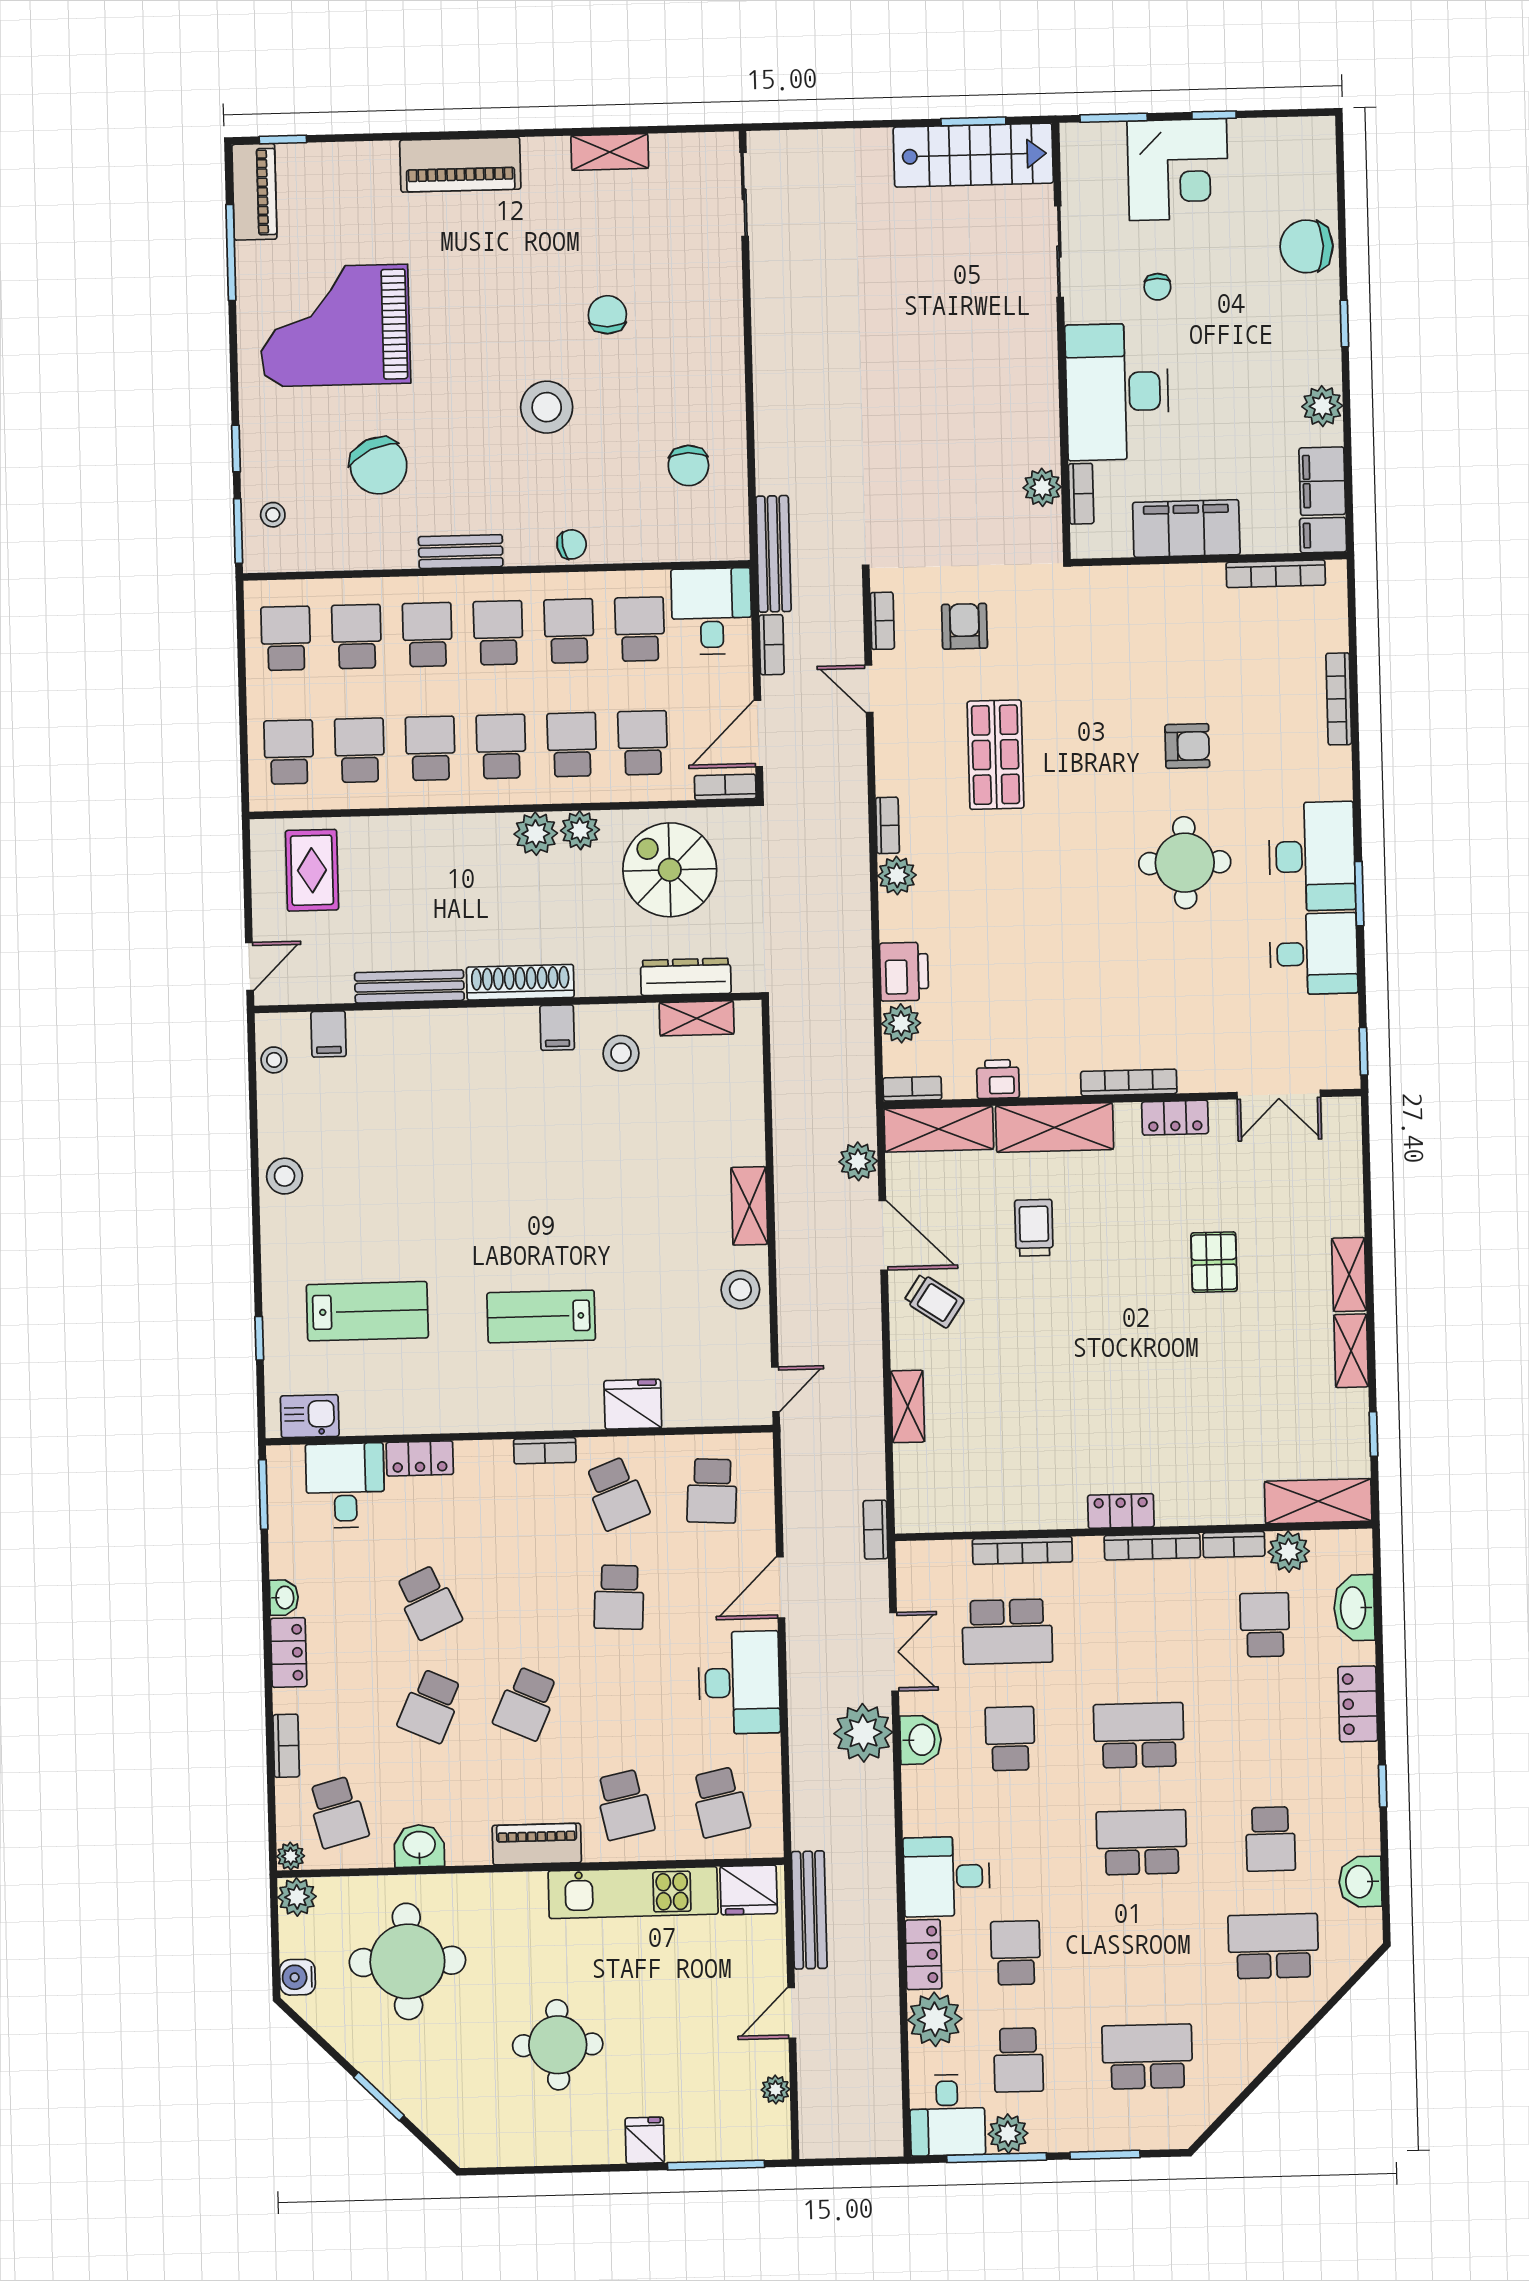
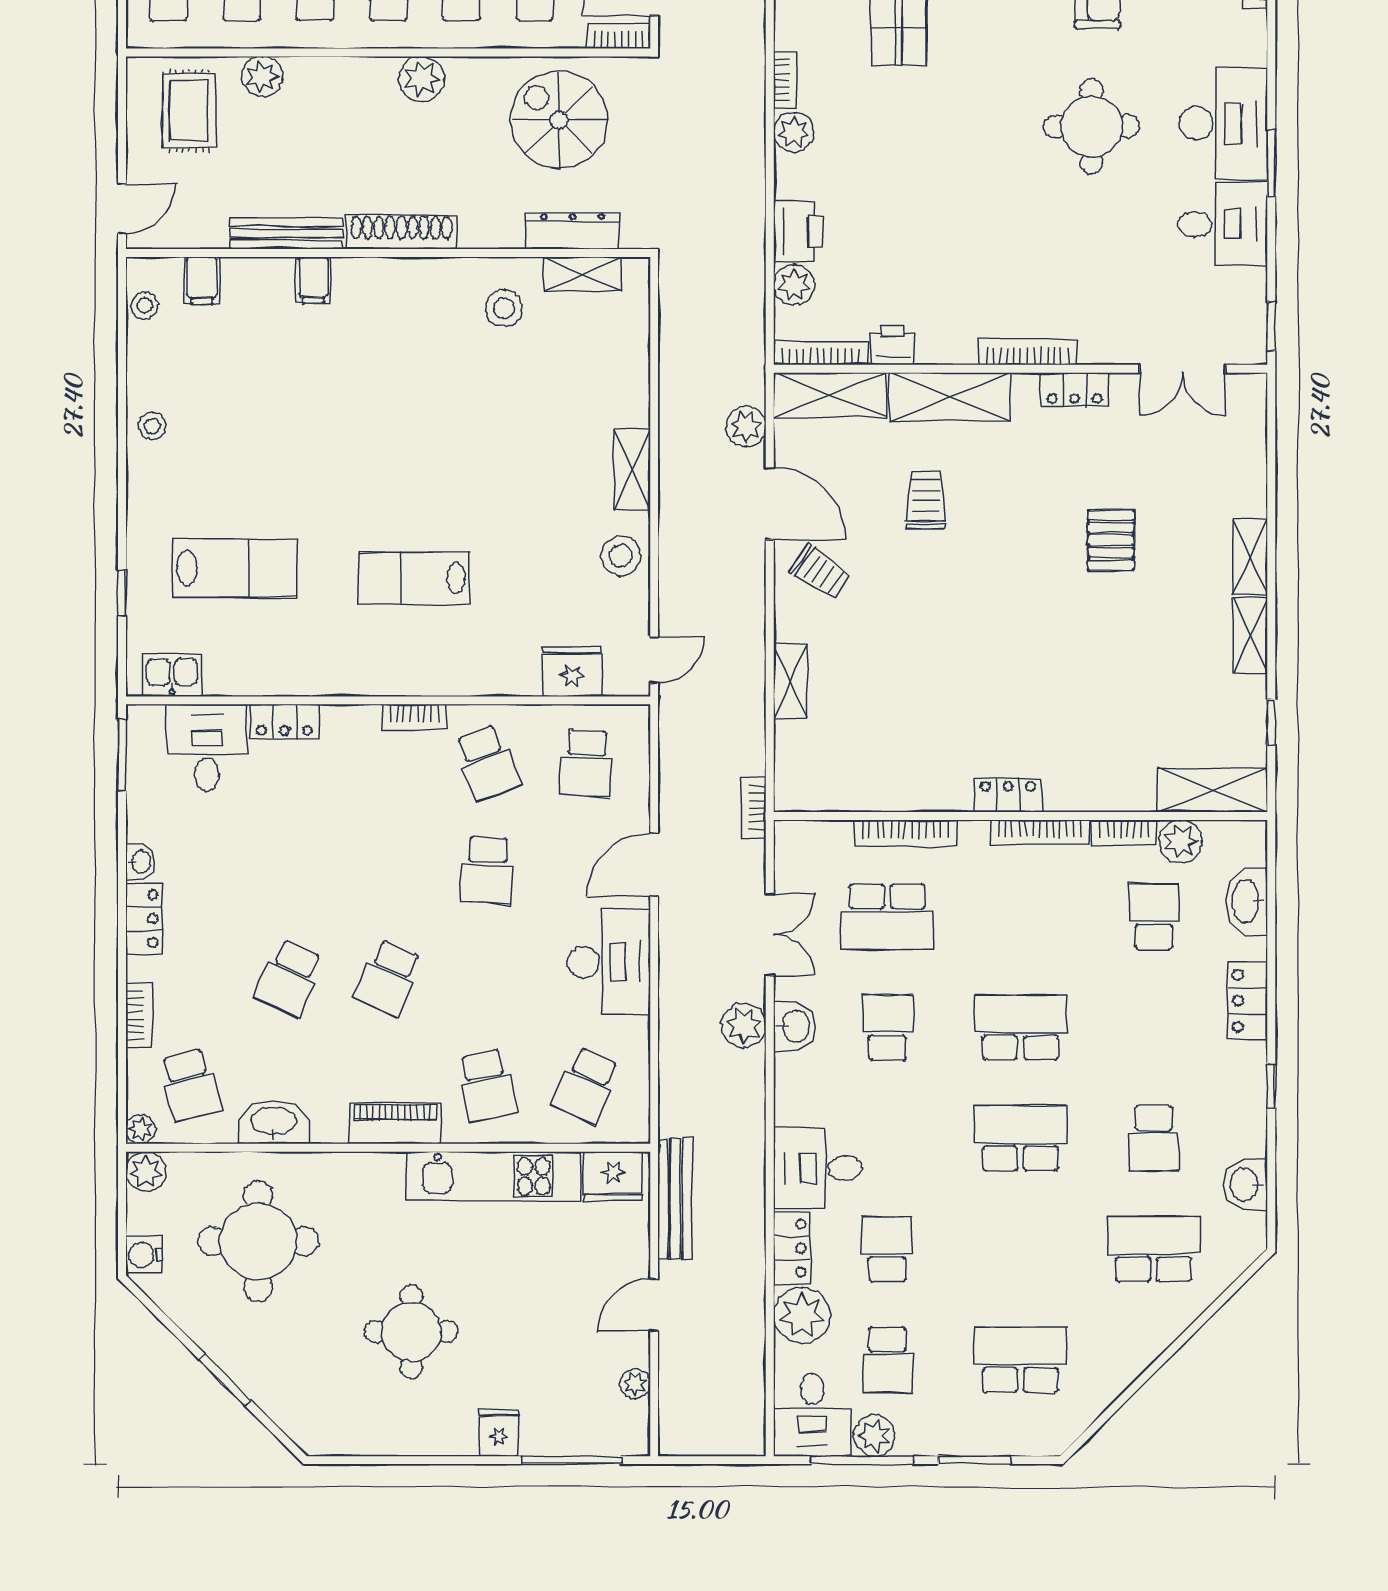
plant: (580, 830) -> (262, 77), moved
filing cabinet: (557, 1028) -> (314, 280), moved
bookcase: (912, 1089) -> (821, 353), width x1.56
stool: (285, 1176) -> (152, 426), width x0.73, depth x0.73
fridge: (633, 1404) -> (572, 671), moved
school desk: (428, 1602) -> (289, 870), removed
plant: (863, 1733) -> (744, 1025), width x0.73, depth x0.73
school desk: (720, 1802) -> (586, 1085), turned 36
washbasin: (419, 1846) -> (274, 1122), width x1.38

